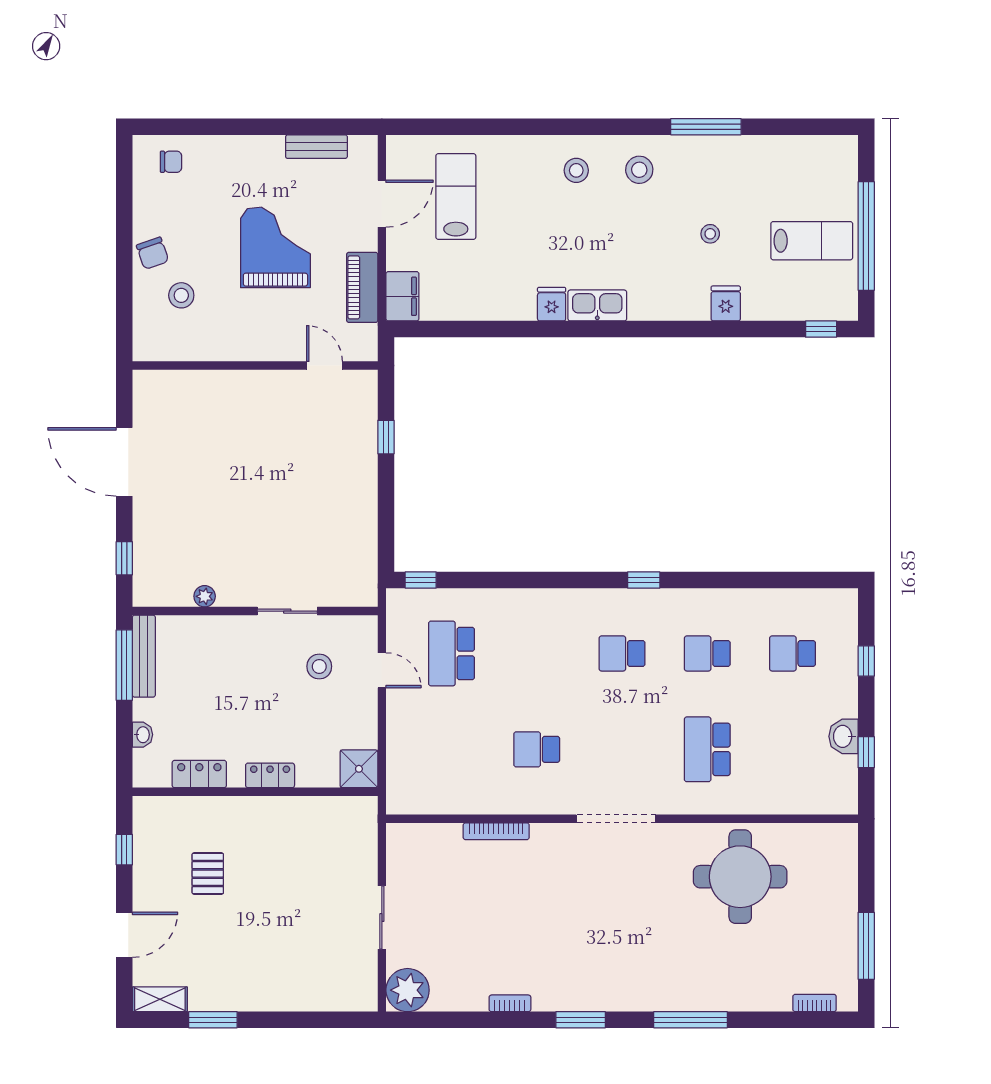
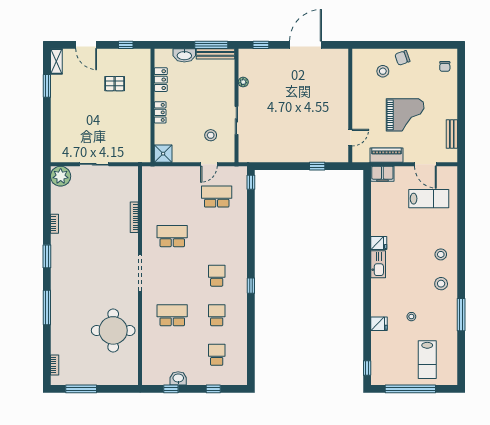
lab bench: (812, 241) -> (427, 360), moved
washbasin: (142, 735) -> (184, 55), width x1.91, depth x1.45
school desk: (537, 749) -> (172, 236), width x1.85

